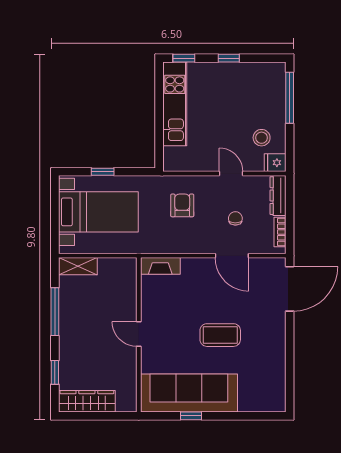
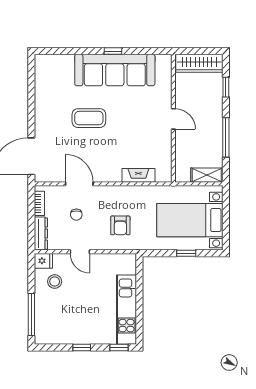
door: (139, 334) -> (173, 119), moved
wall: (139, 335) -> (173, 118), moved

